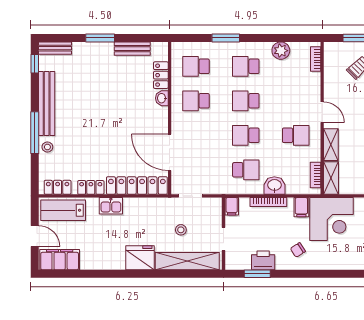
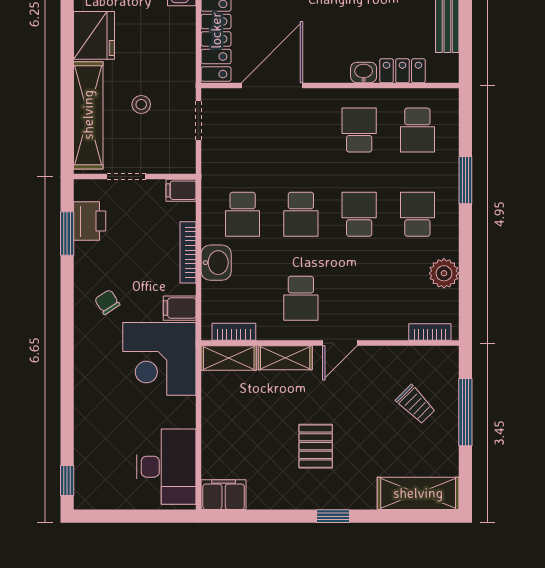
school desk: (196, 66) -> (417, 130), turned 180
school desk: (246, 135) -> (301, 214), turned 180
printer: (263, 260) -> (90, 221), moved

